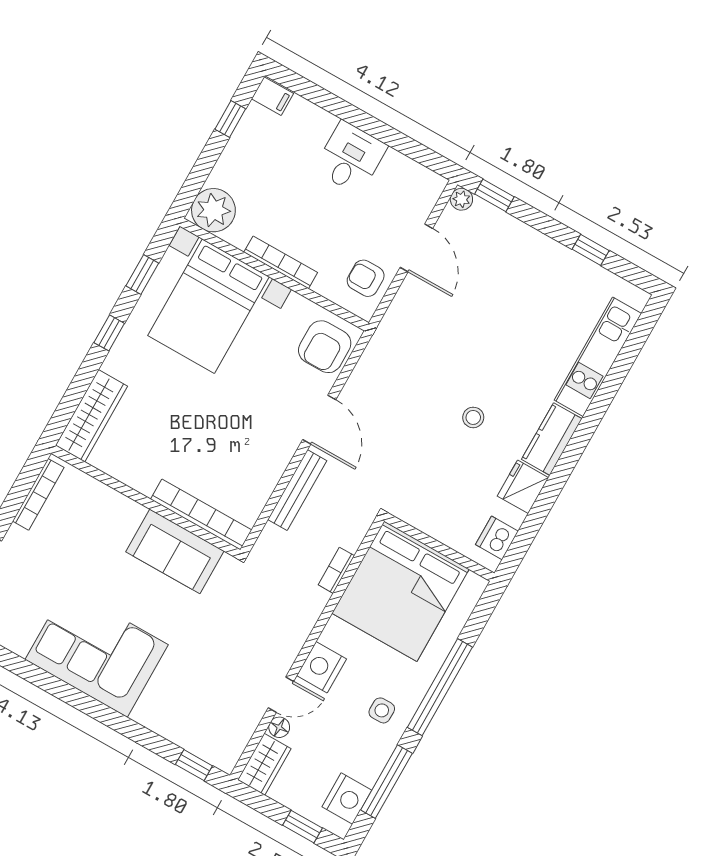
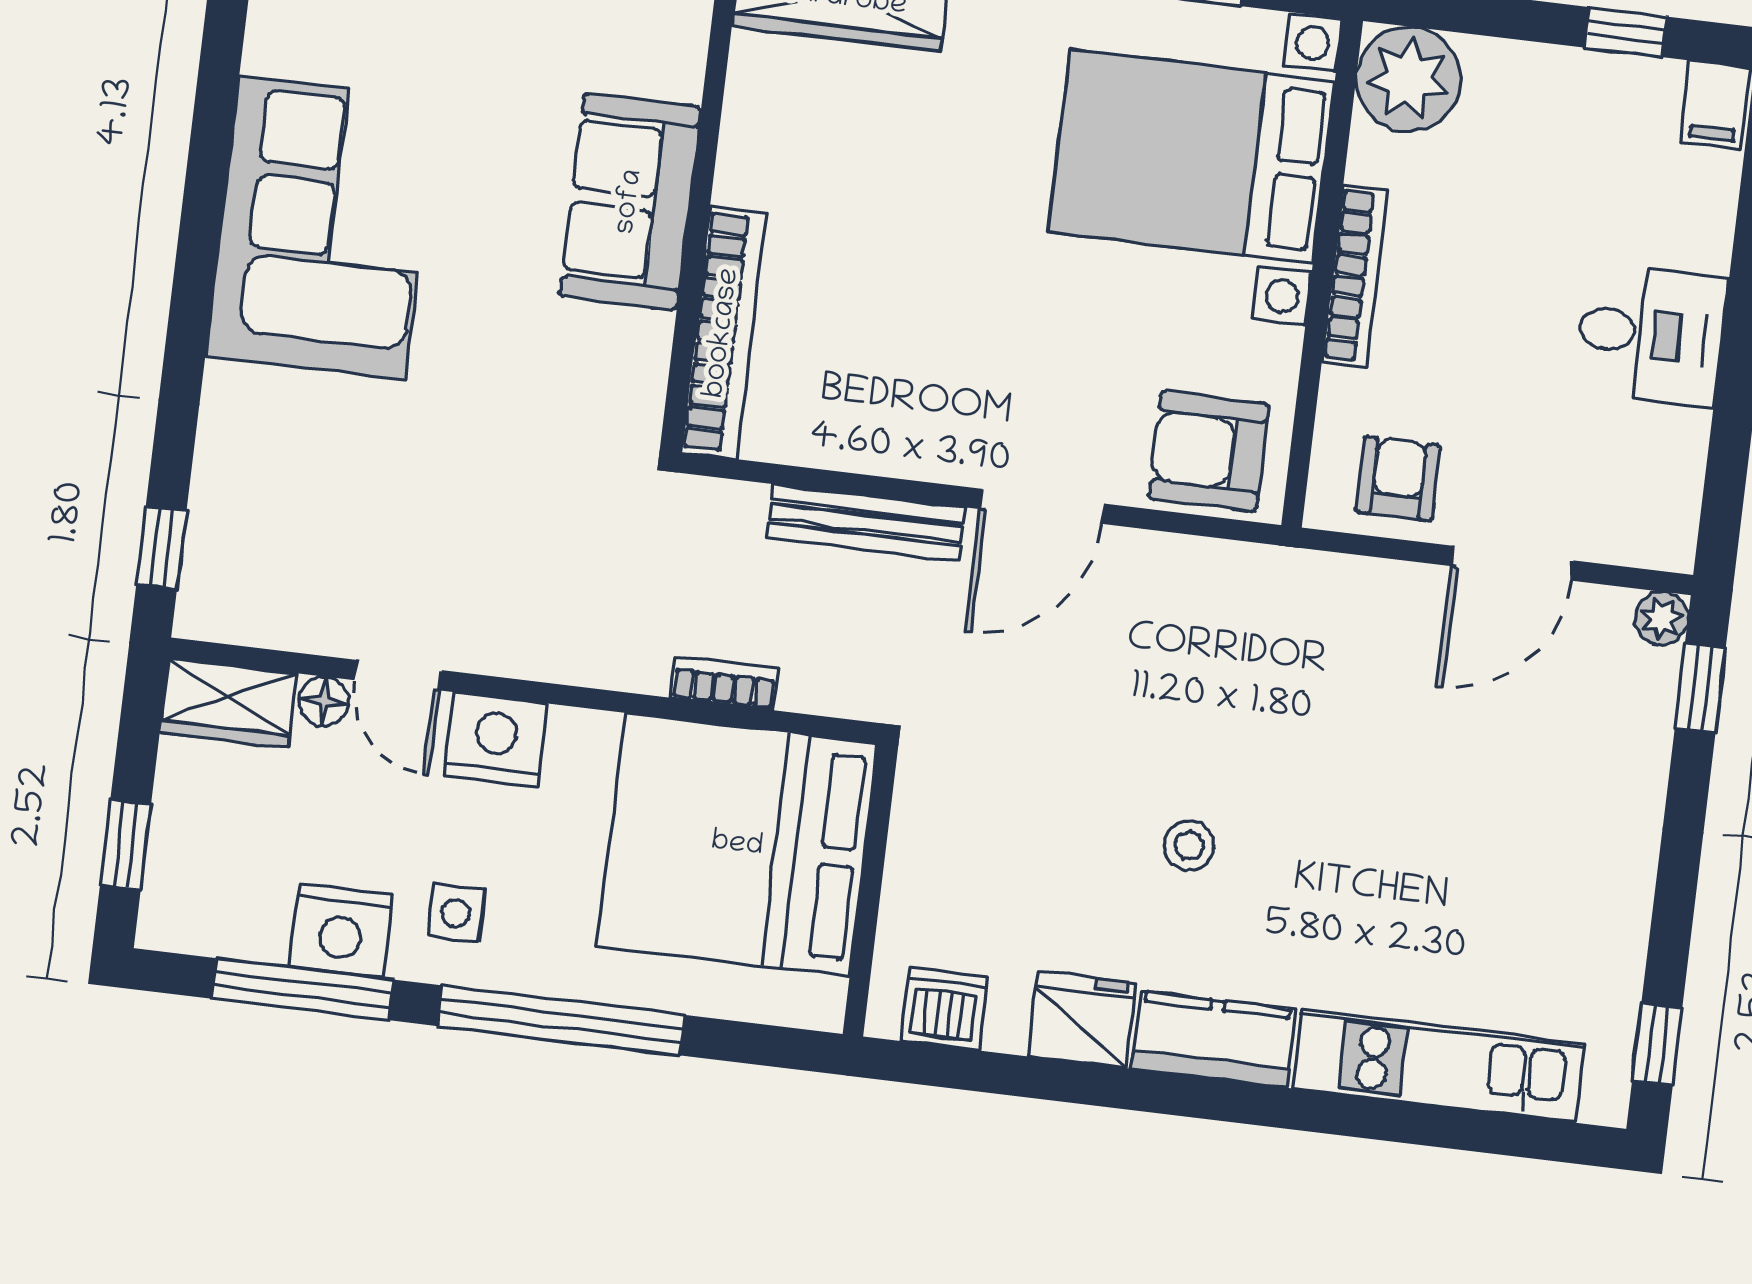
window: (591, 250) -> (1657, 1045), moved
sofa: (175, 551) -> (630, 202), moved
nightstand: (347, 799) -> (341, 931), moved

